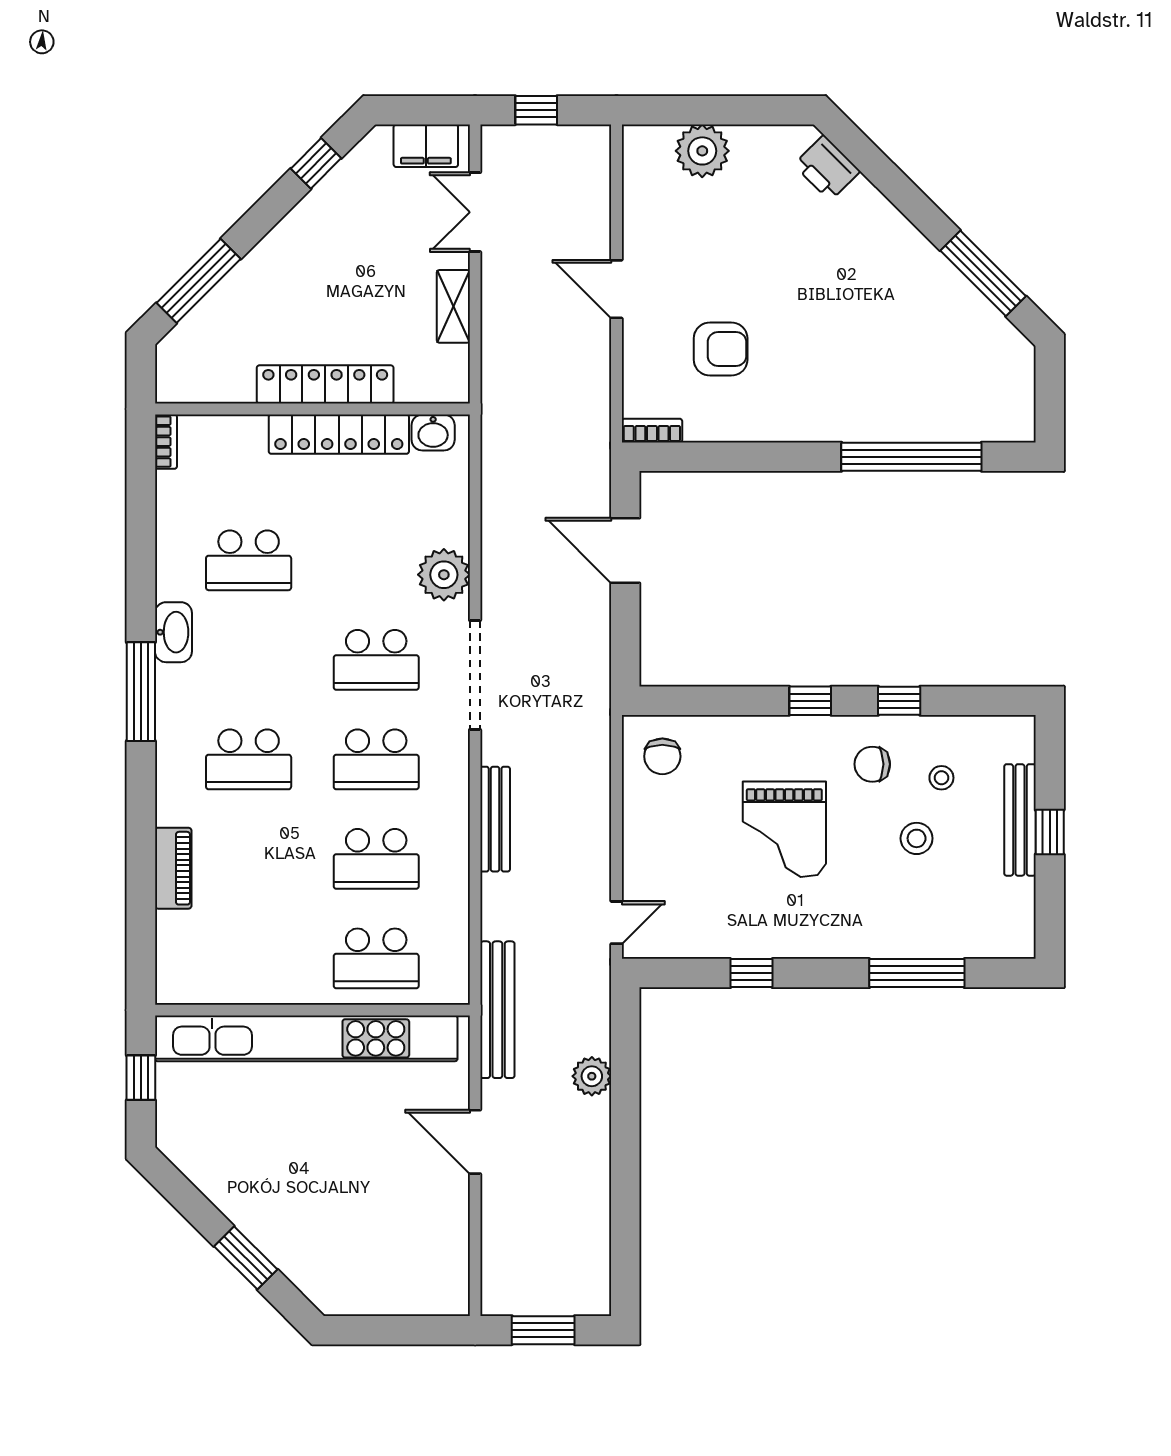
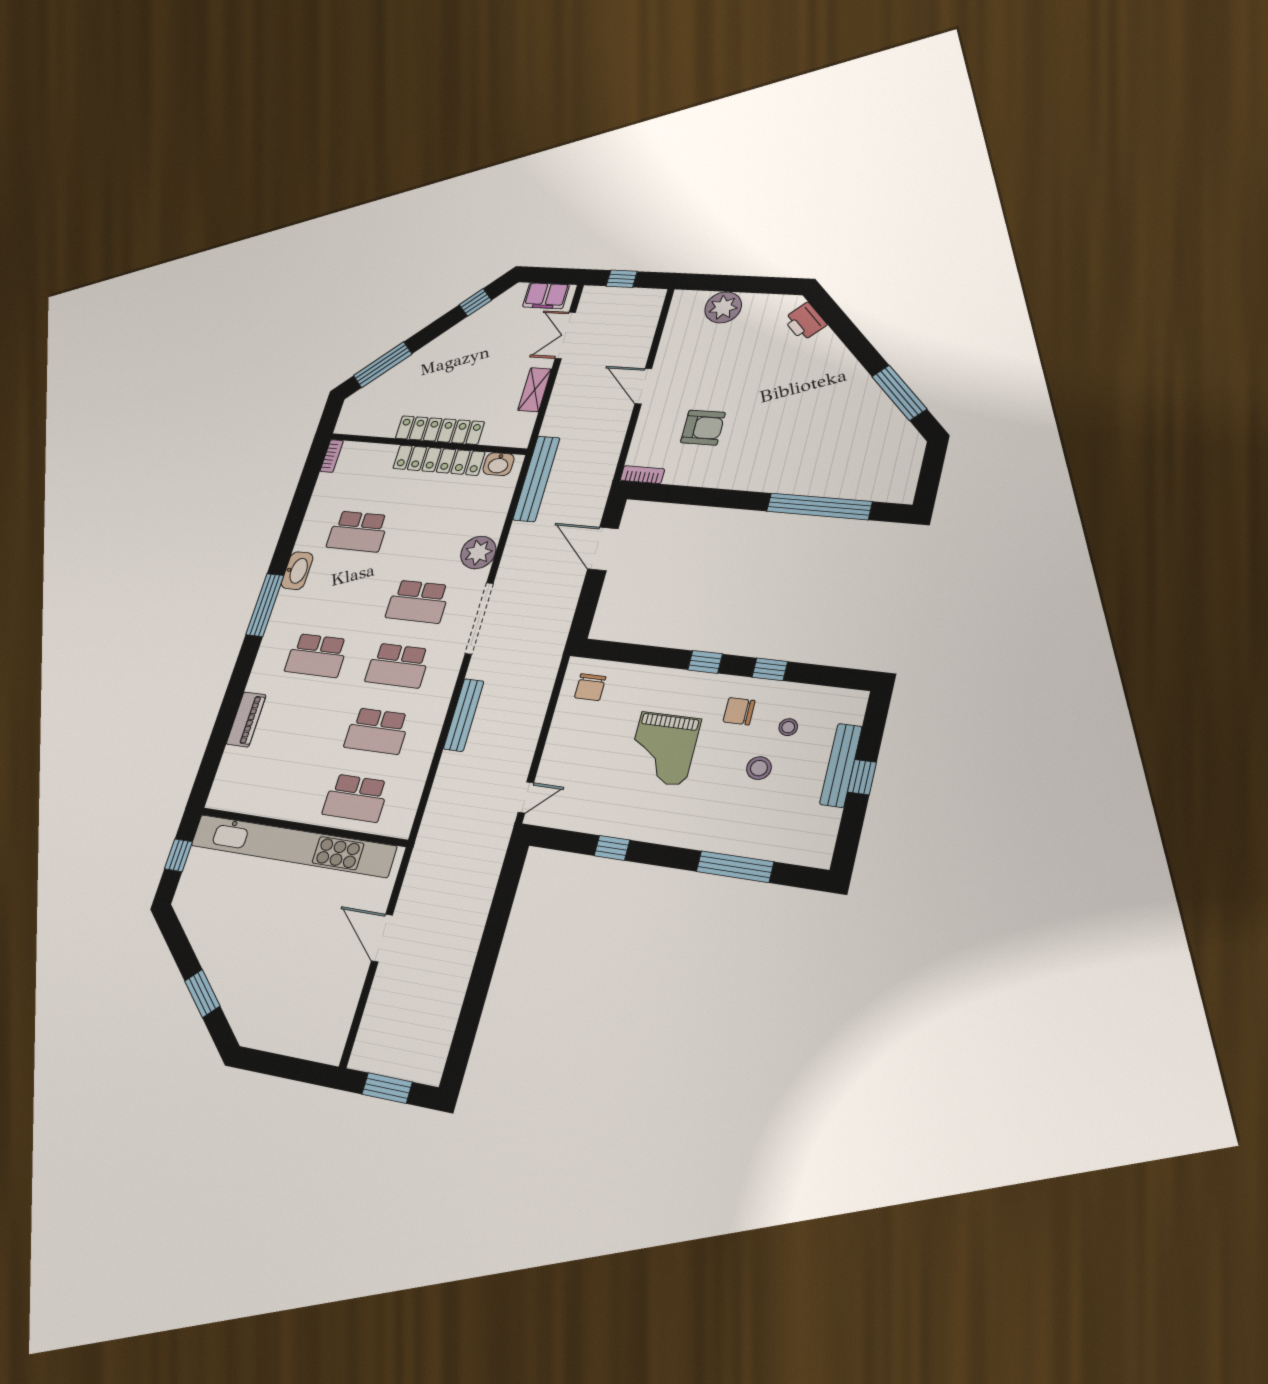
bench: (497, 1010) -> (536, 479), moved
plant: (592, 1076) -> (477, 904), removed

